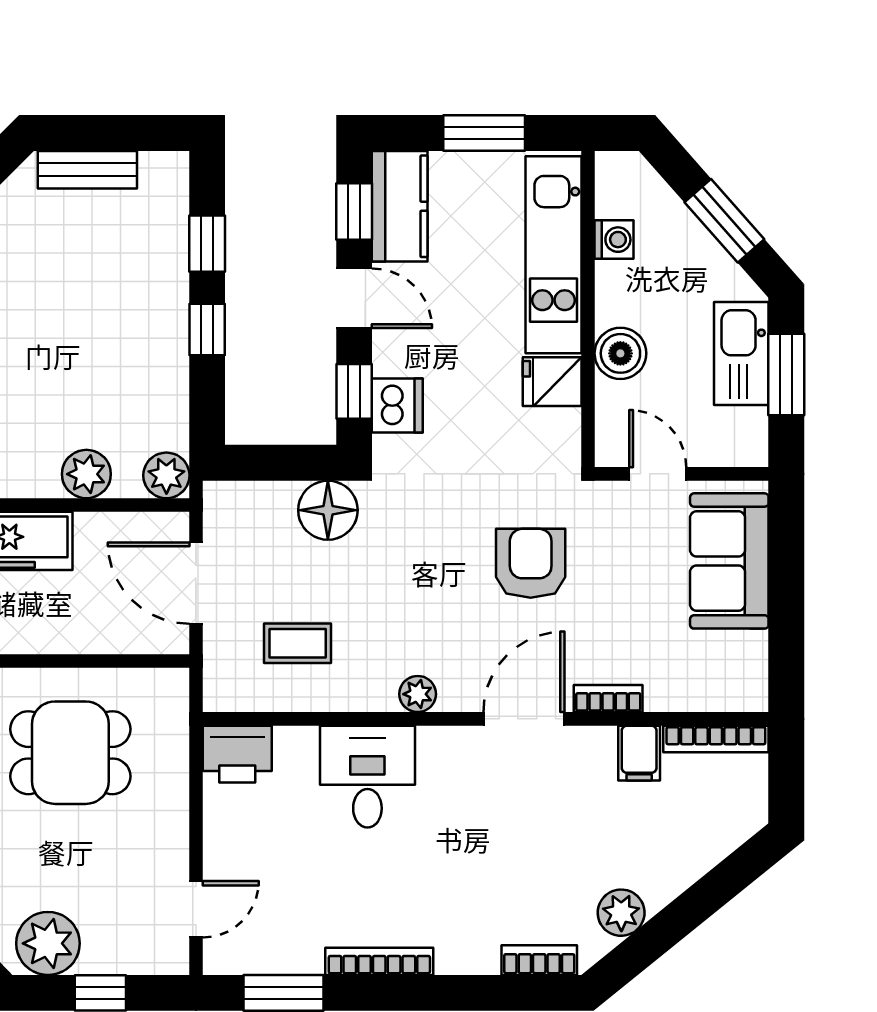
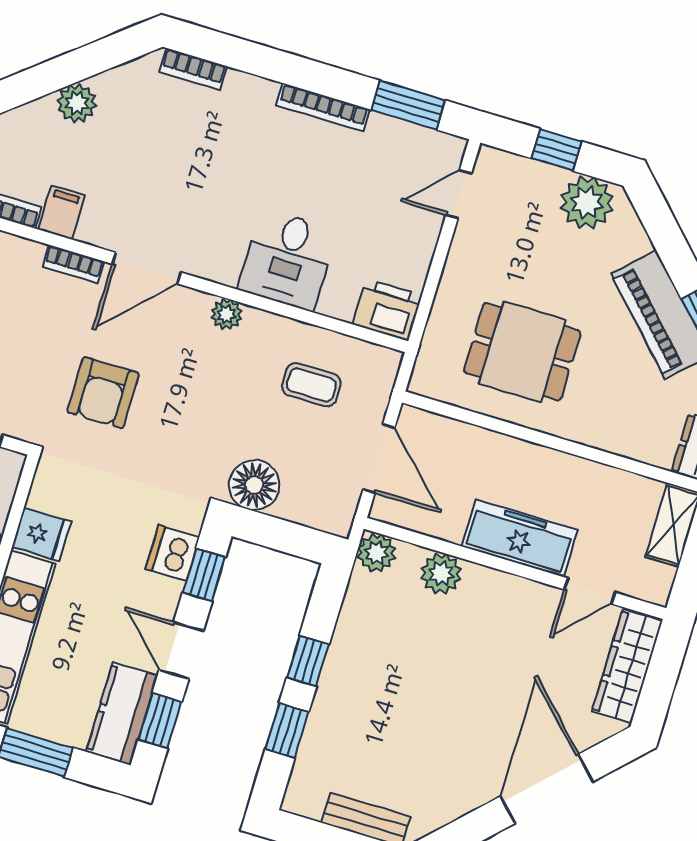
plant: (621, 913) -> (77, 103), moved

